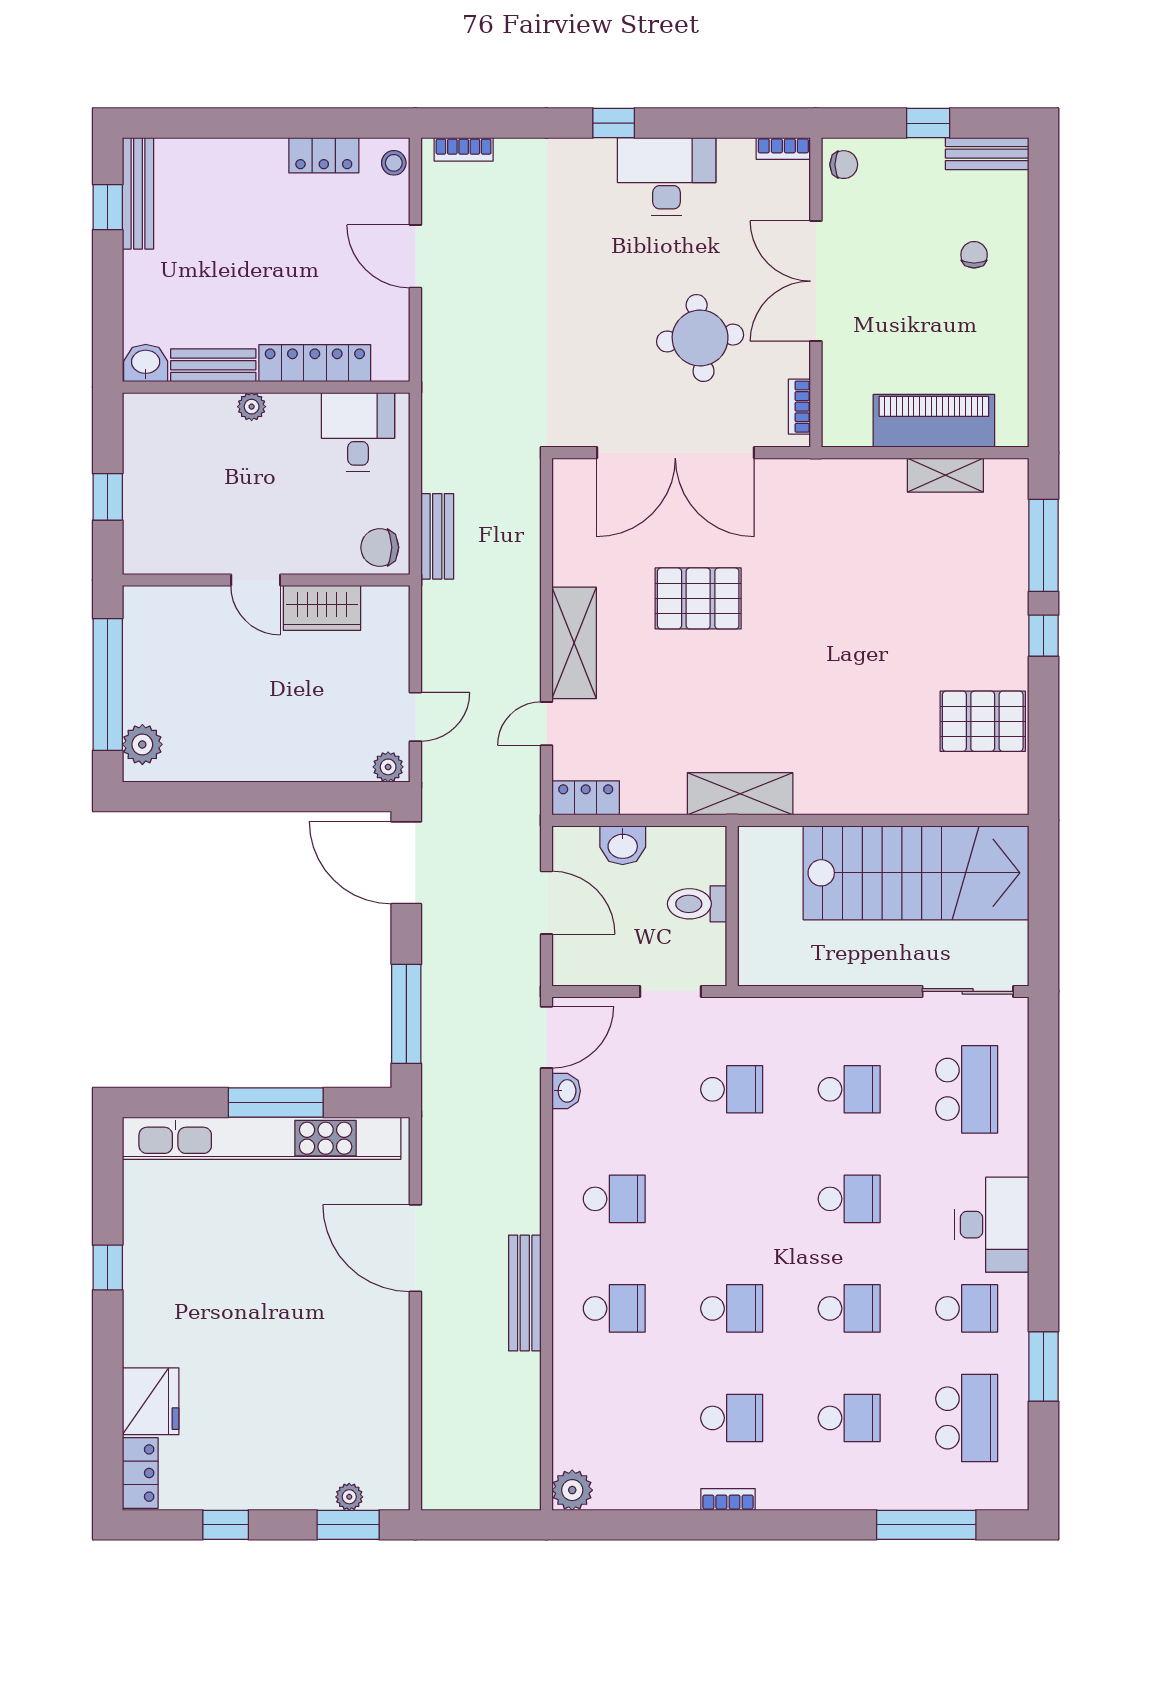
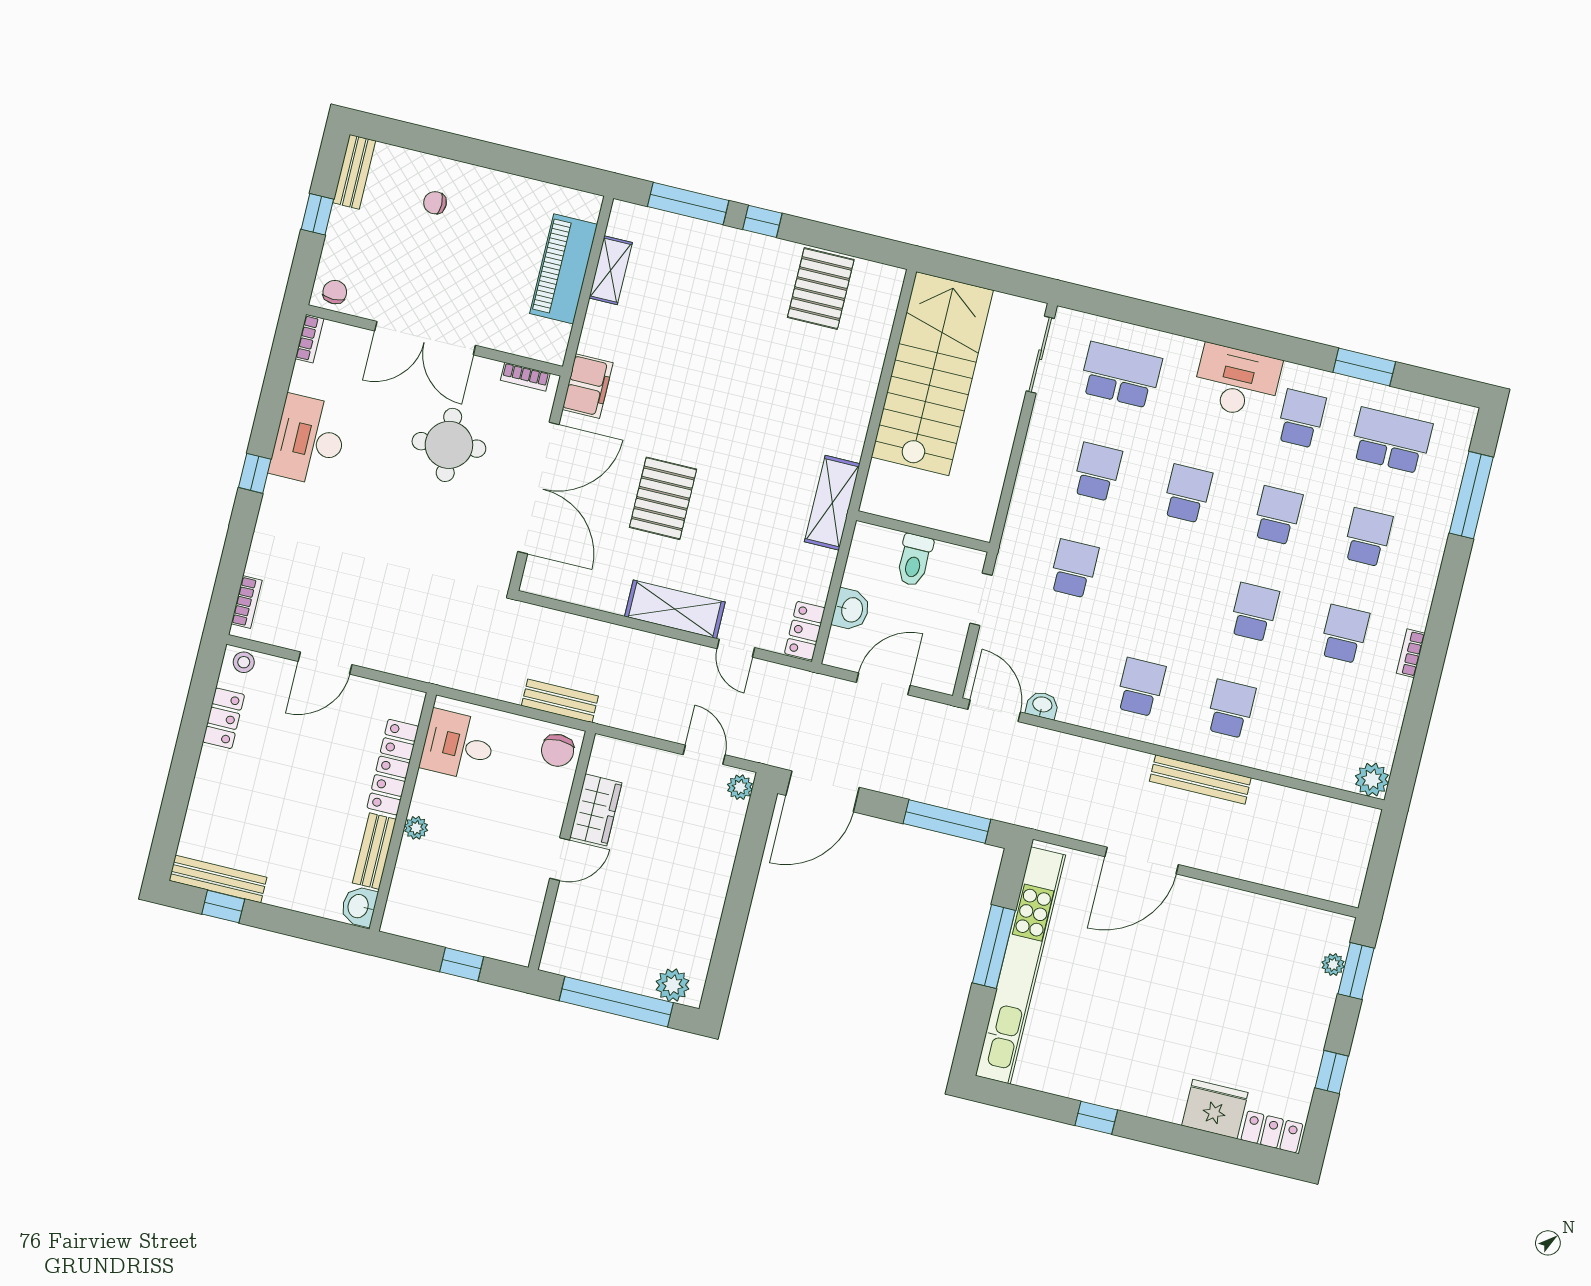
filing cabinet: (806, 481) -> (588, 386), added

